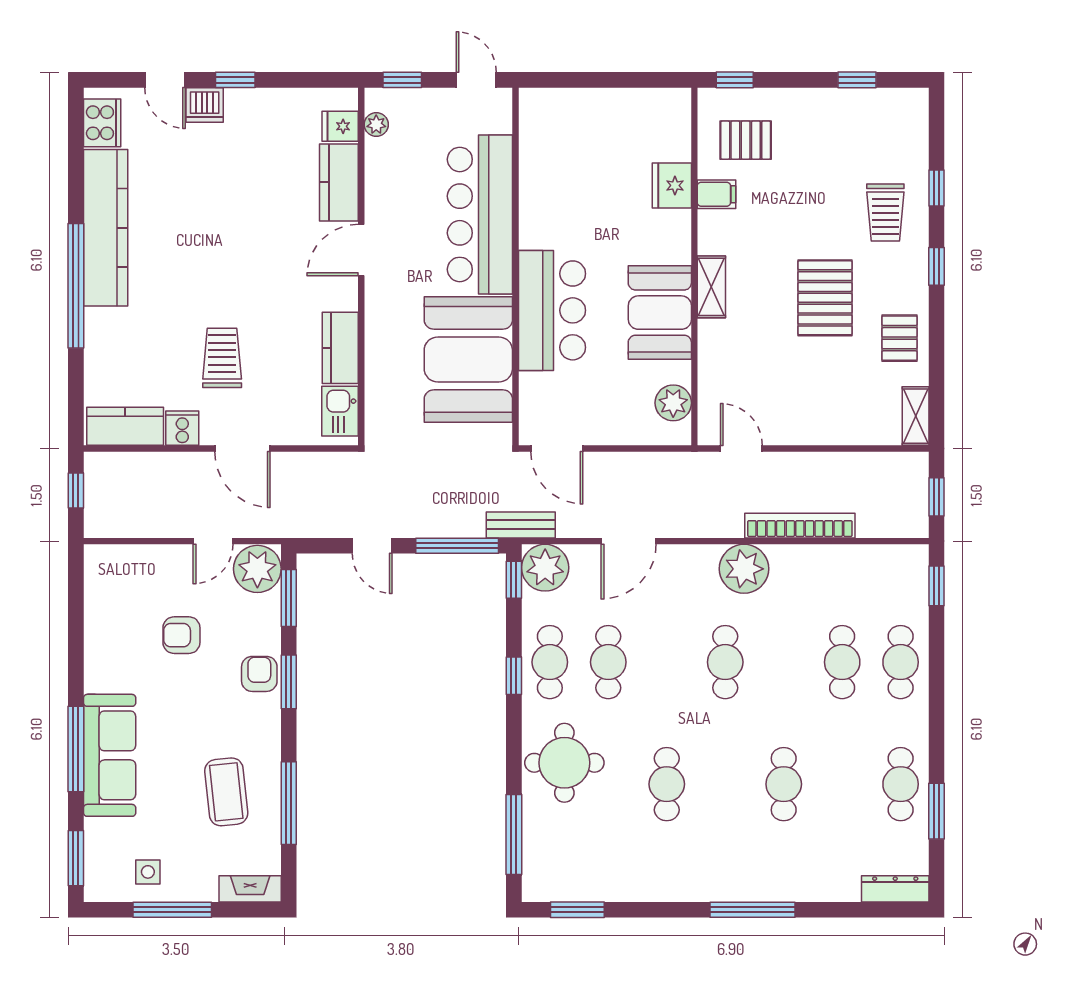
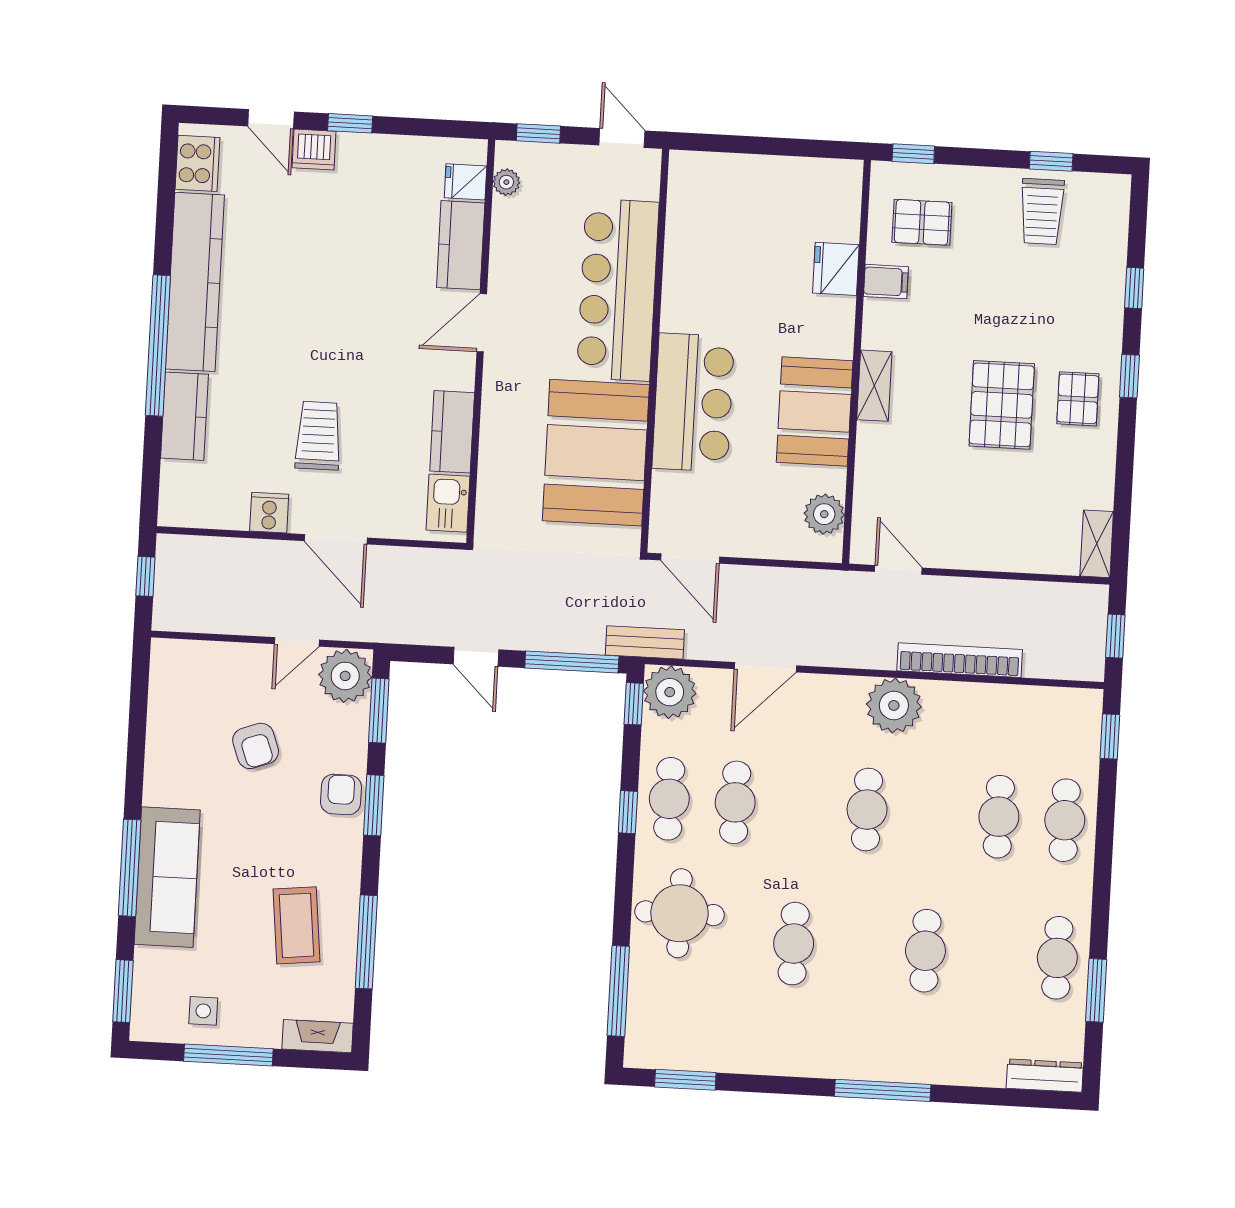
trolley: (885, 212) -> (1042, 211), moved
pallet: (899, 338) -> (1078, 399), moved
kitchen counter: (125, 426) -> (184, 416), moved, turned 90
armchair: (181, 635) -> (256, 746), turned -110

